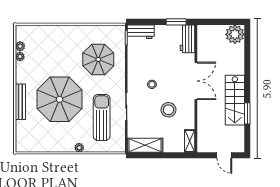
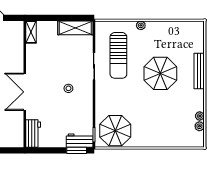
window: (176, 22) -> (77, 150), moved
parasol: (98, 59) -> (115, 131), moved
parasol: (59, 99) -> (160, 73), width x0.73, depth x0.73
stool: (169, 110) -> (52, 63), removed

